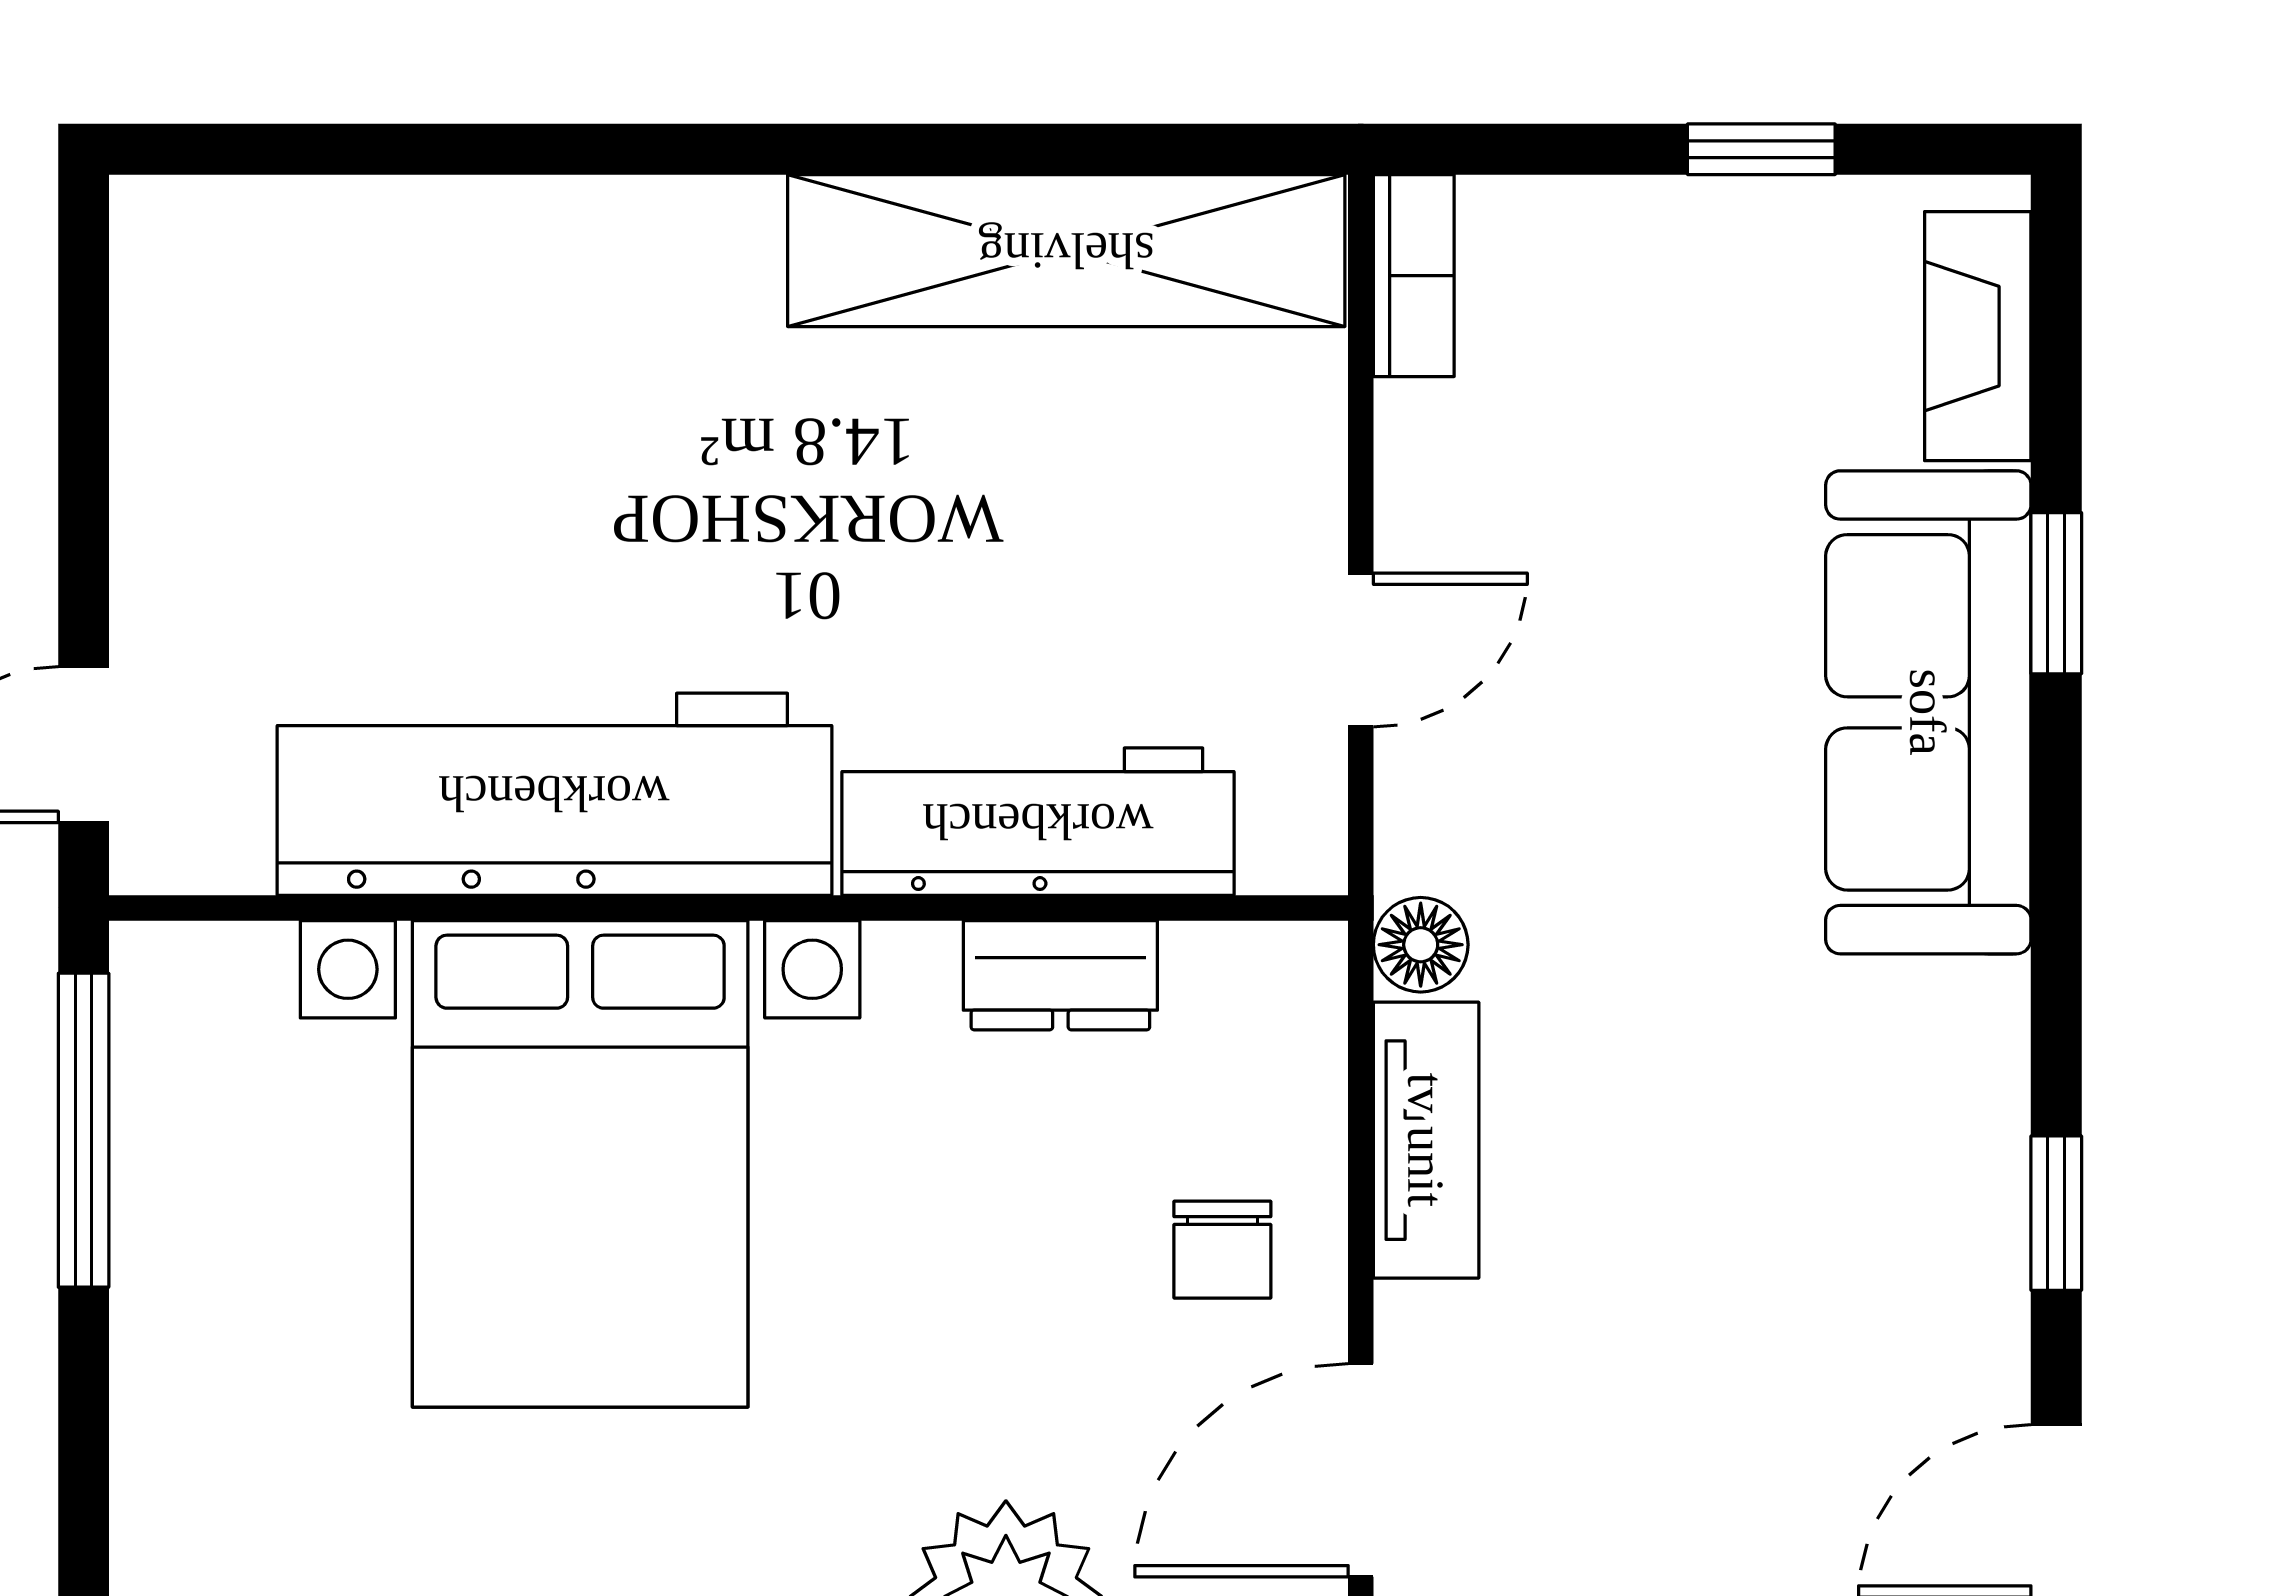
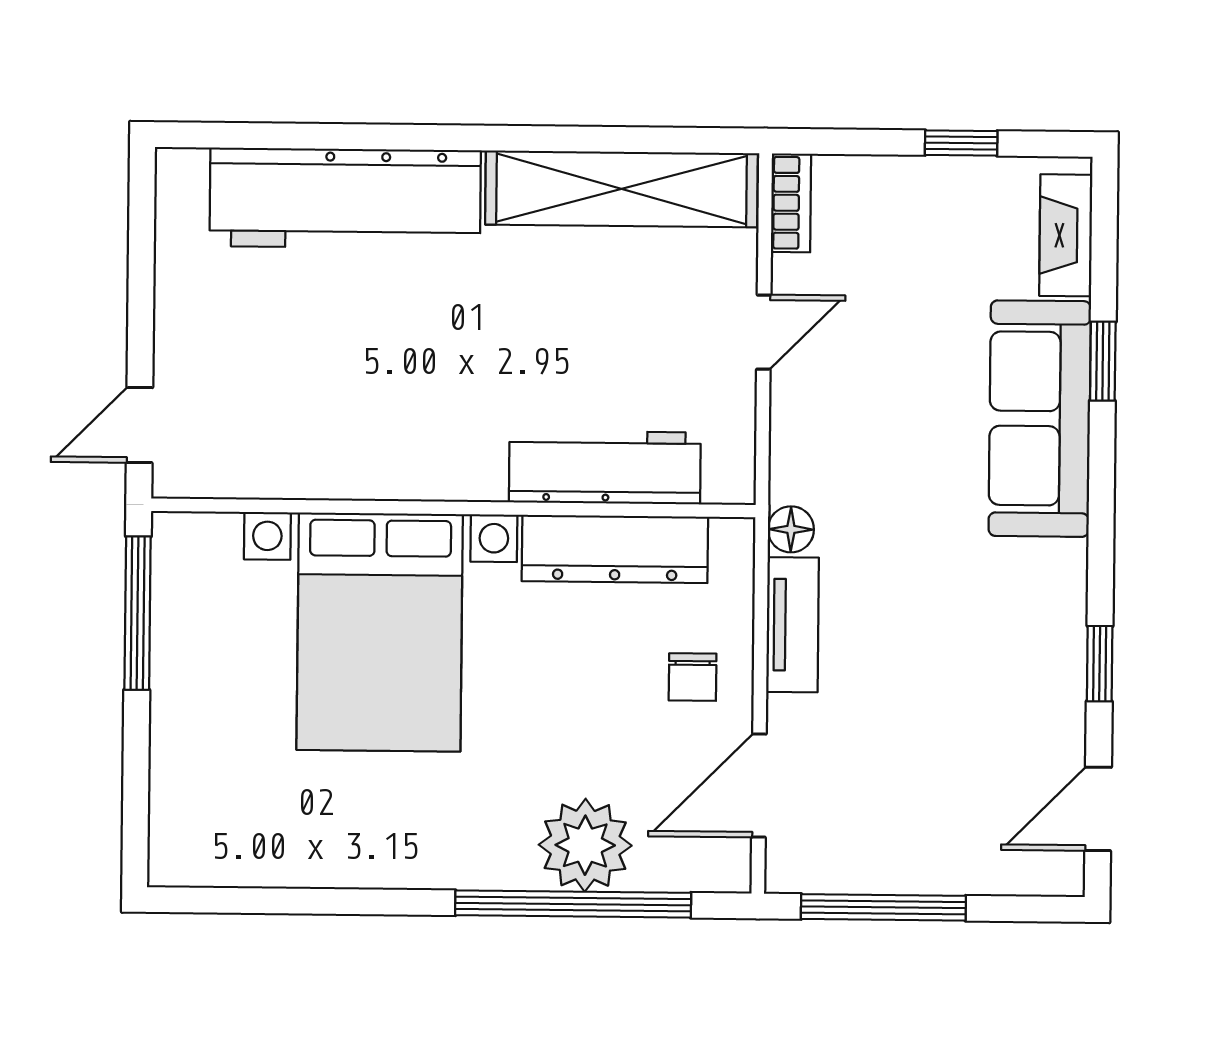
door: (1361, 650) -> (764, 332), moved
workbench: (554, 794) -> (345, 198), moved, turned 180
dresser: (1060, 975) -> (615, 549), width x1.96, depth x1.24

